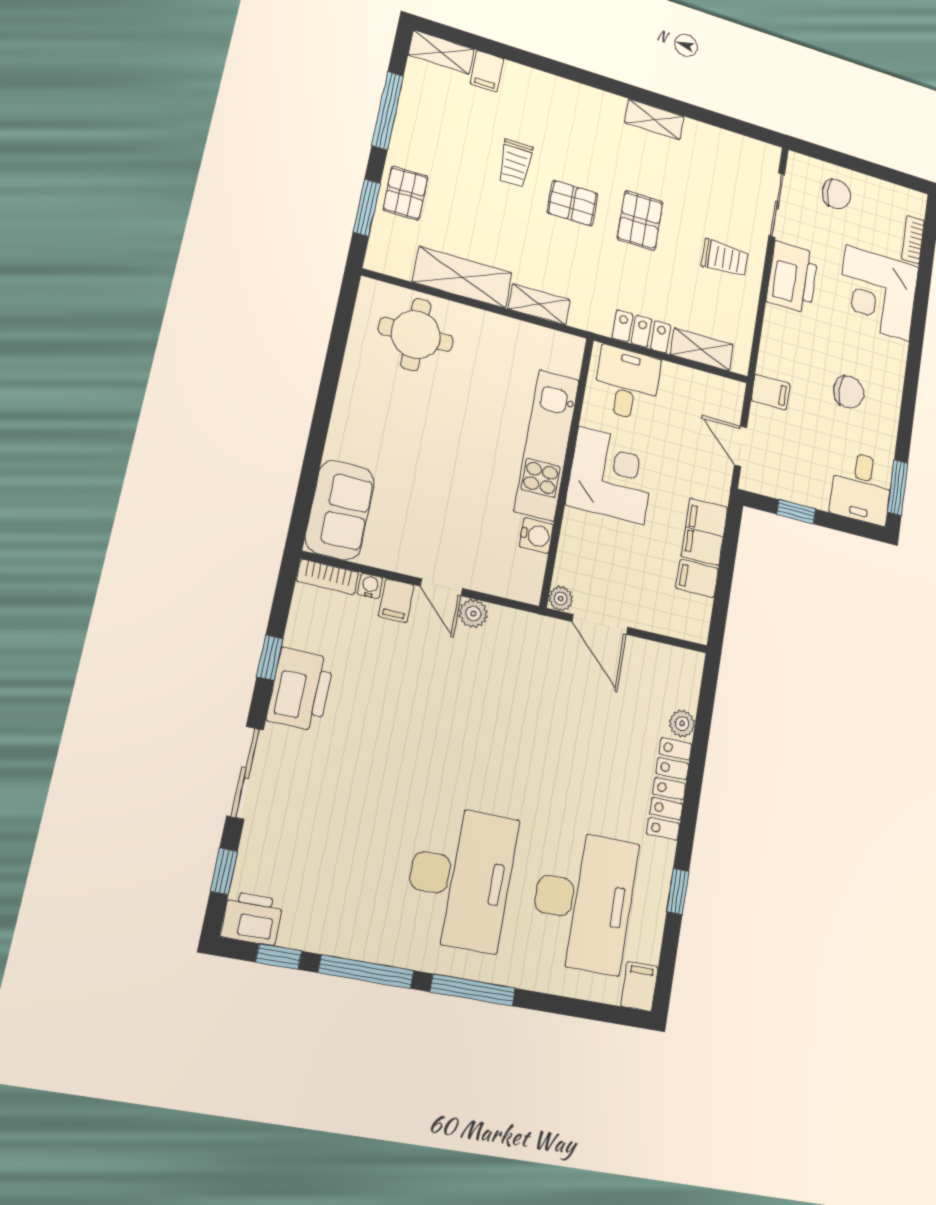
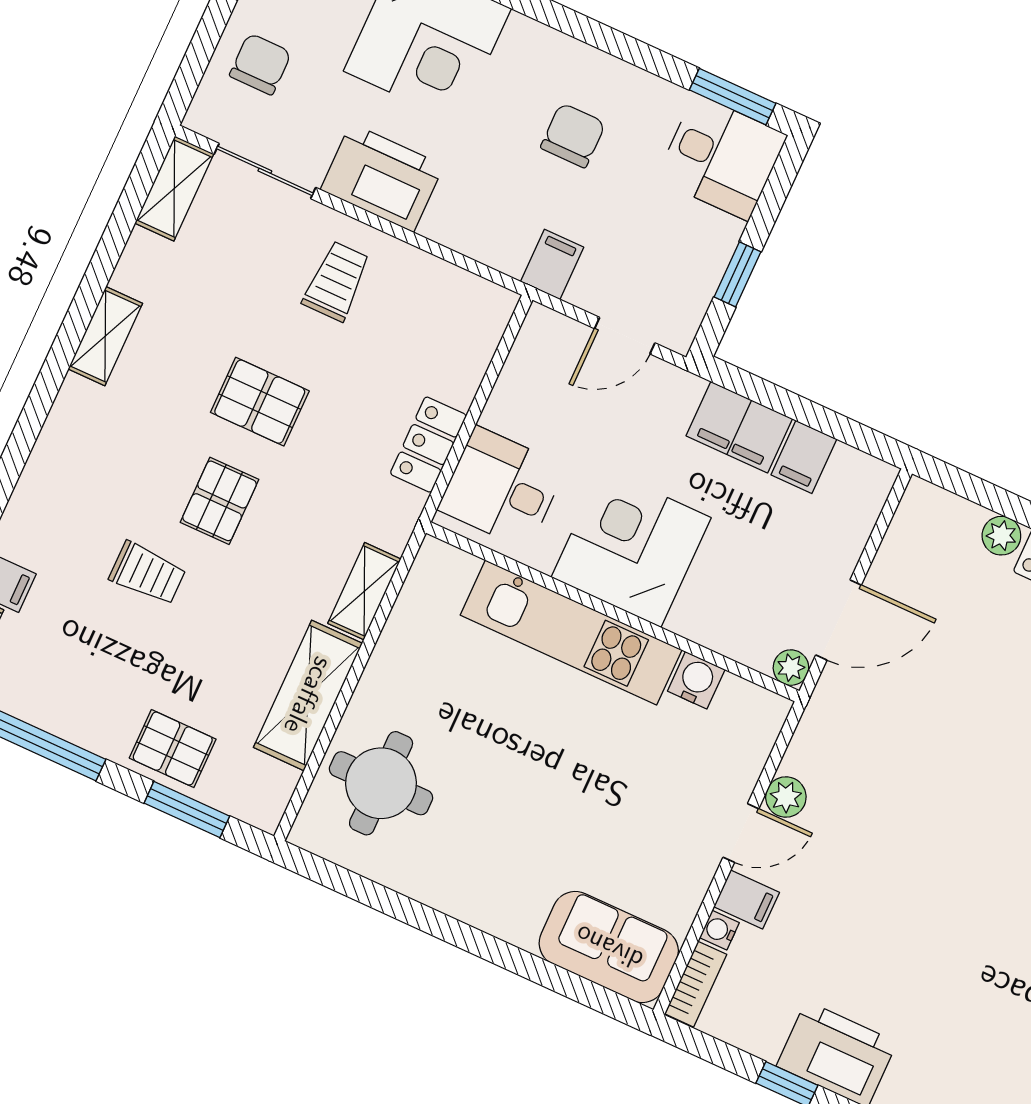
shelving: (702, 349) -> (174, 188), moved

